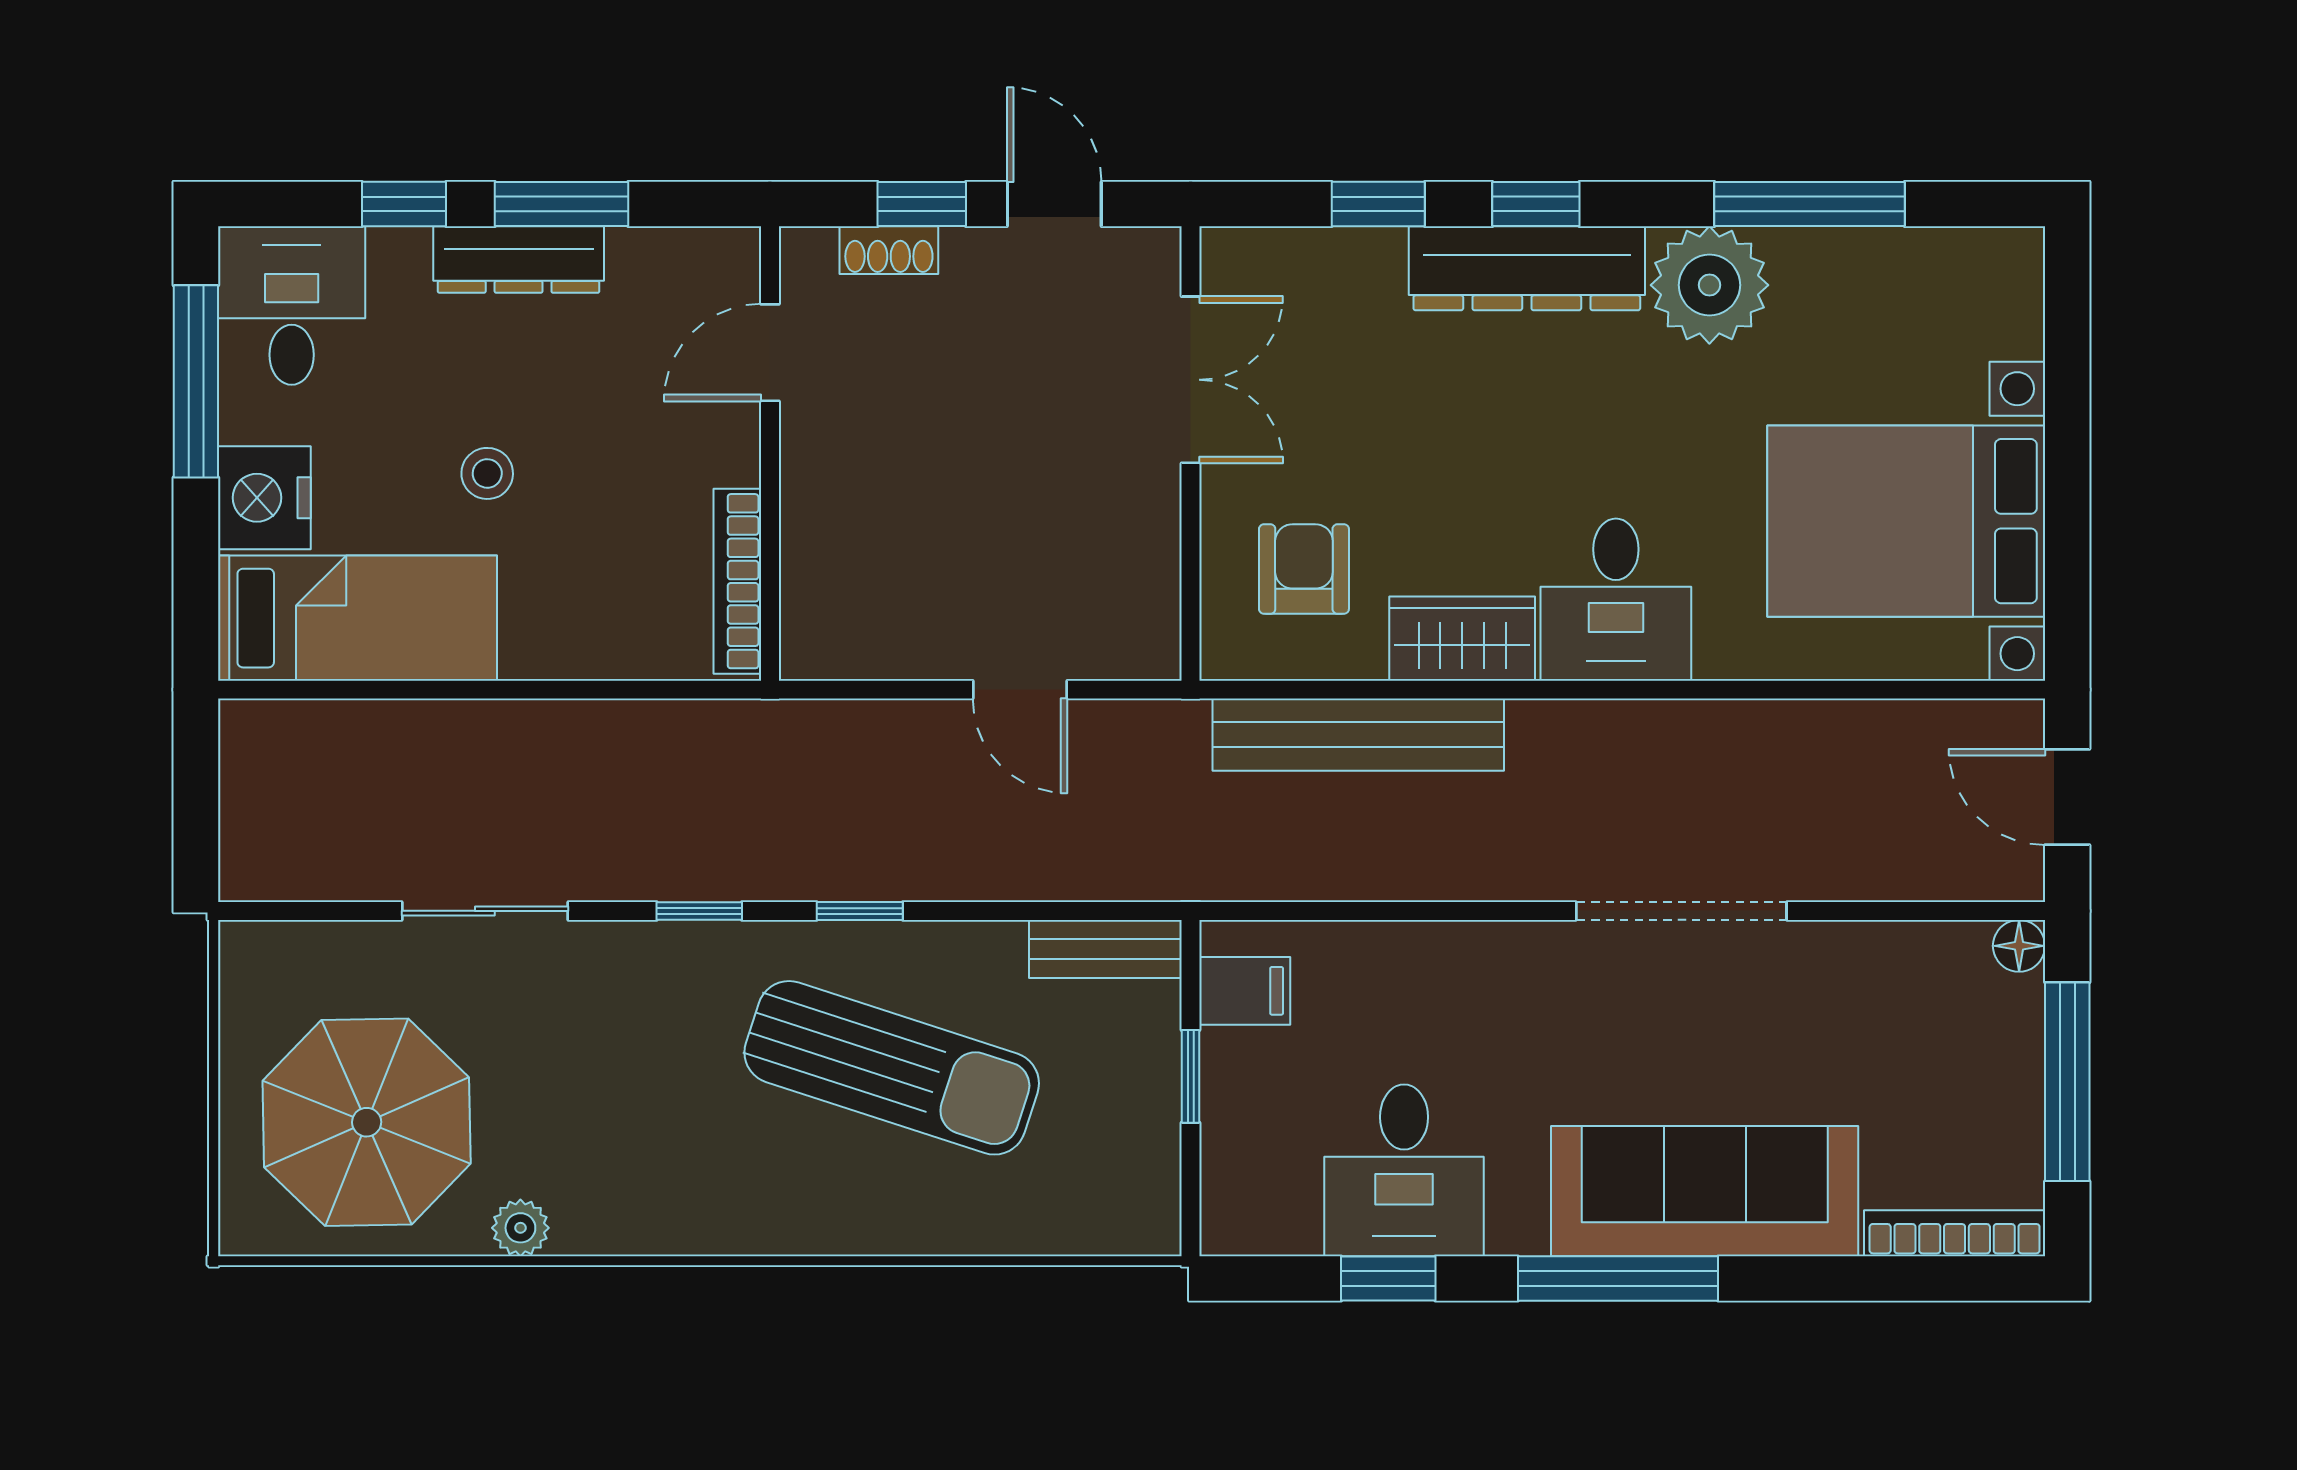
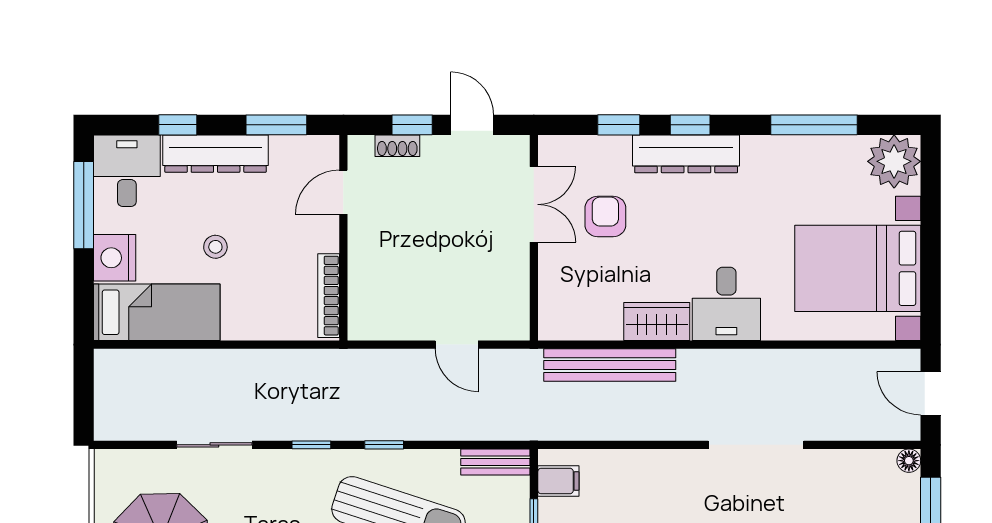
window: (561, 204) -> (276, 125), moved
dresser: (519, 260) -> (216, 154), width x1.37, depth x1.24
plant: (1709, 285) -> (894, 161), moved
armchair: (1304, 569) -> (605, 216), moved

